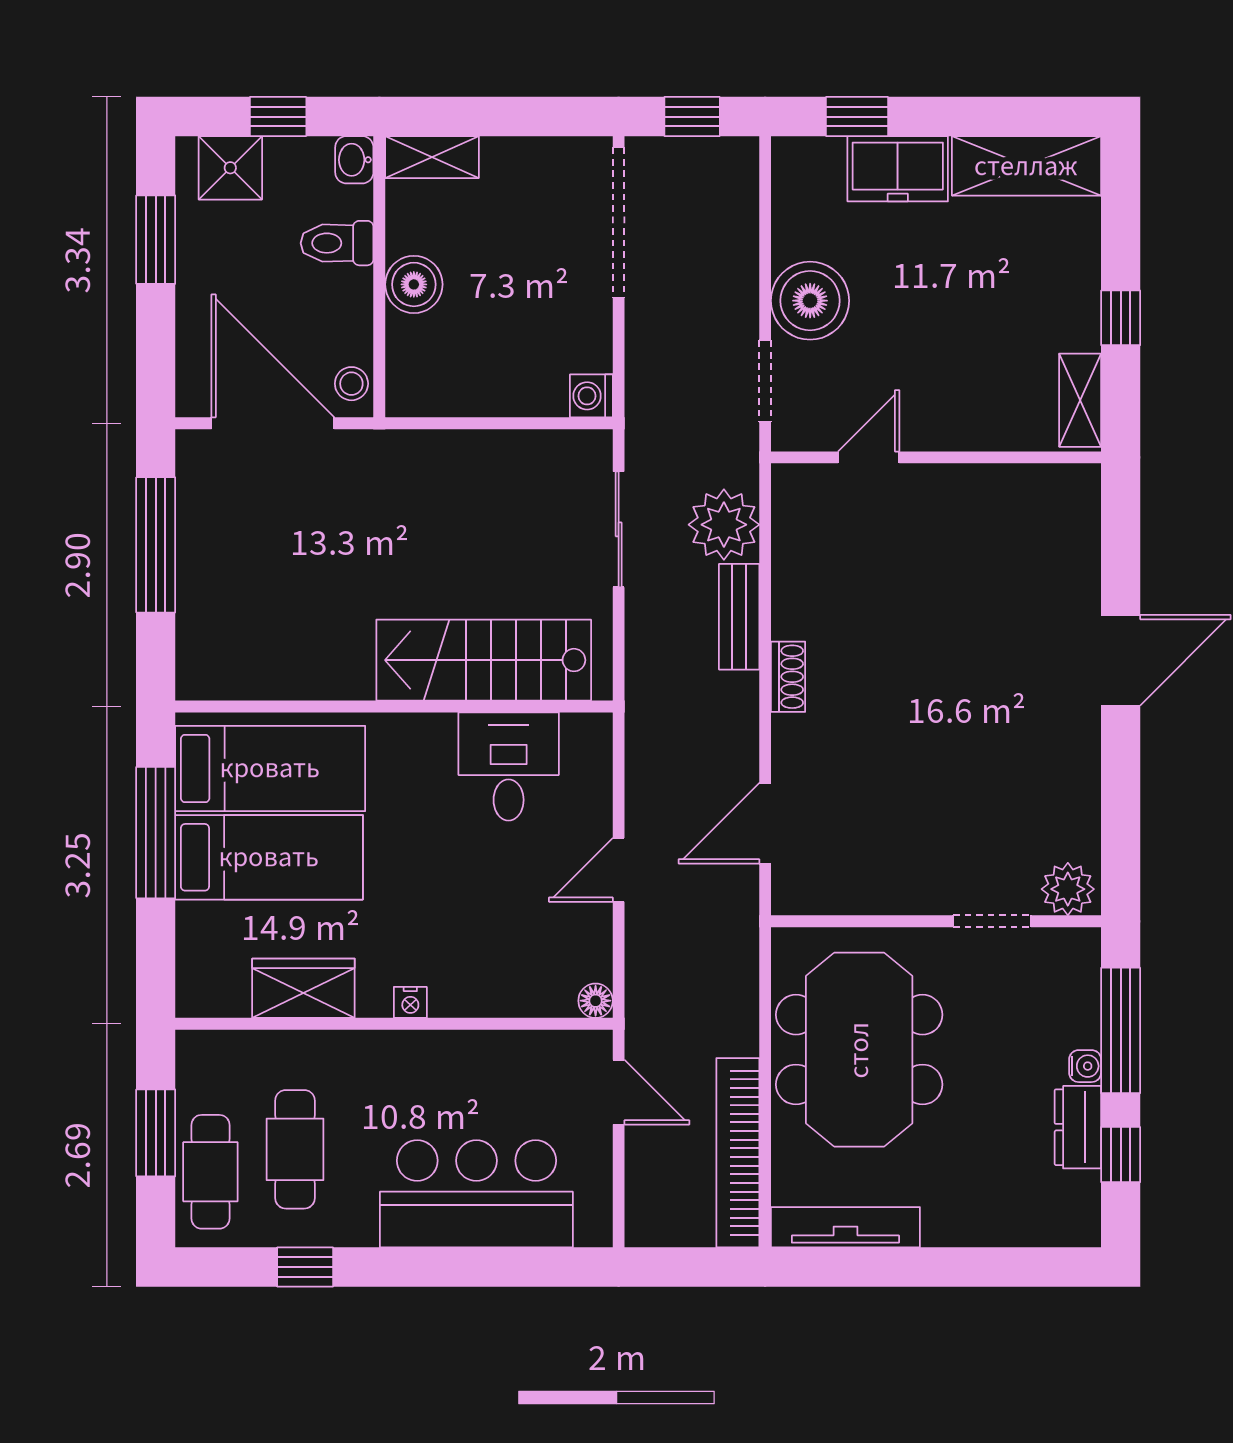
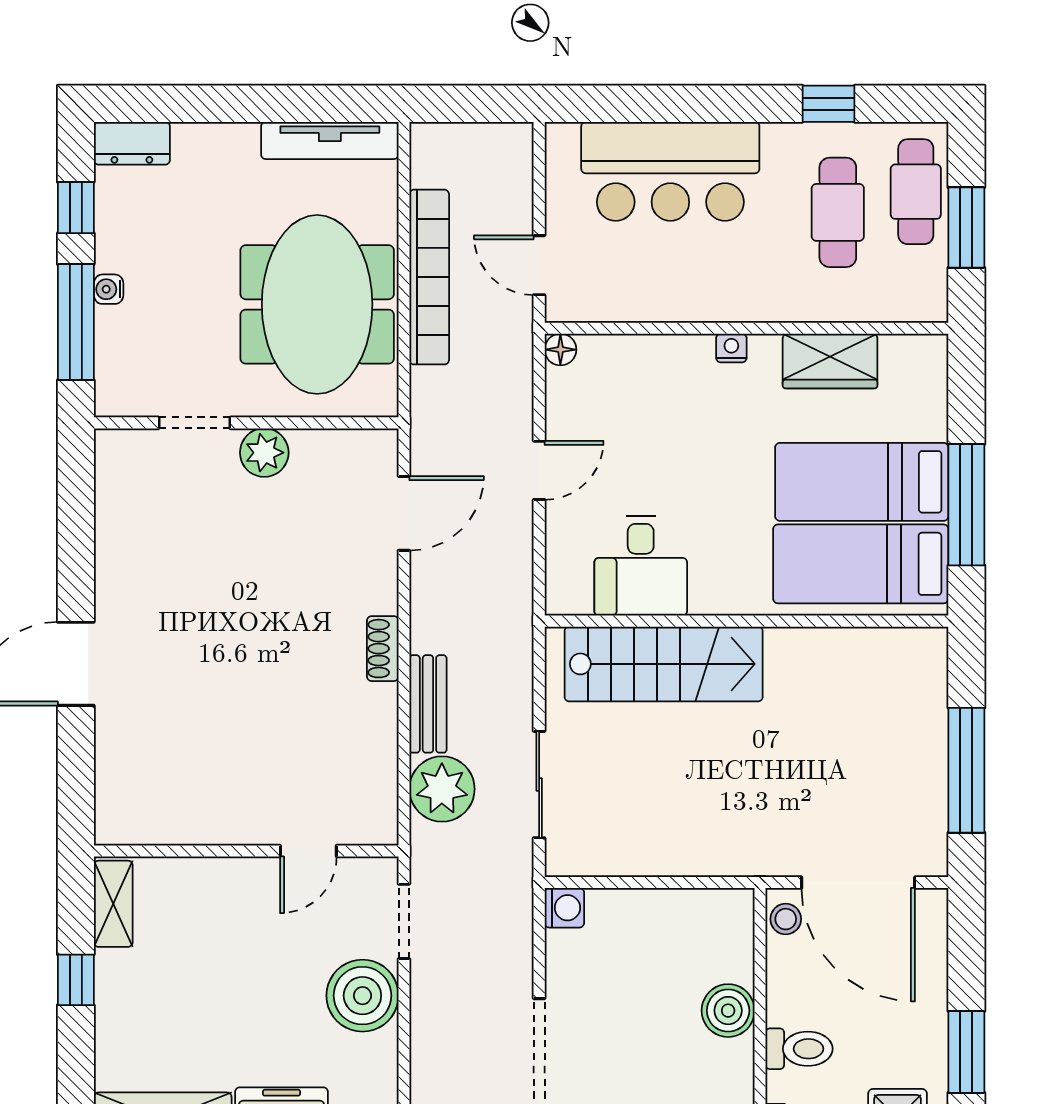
plant: (1068, 889) -> (264, 453), moved
dresser: (1078, 1127) -> (132, 143), moved, turned 90
bookcase: (738, 1153) -> (429, 277), moved

